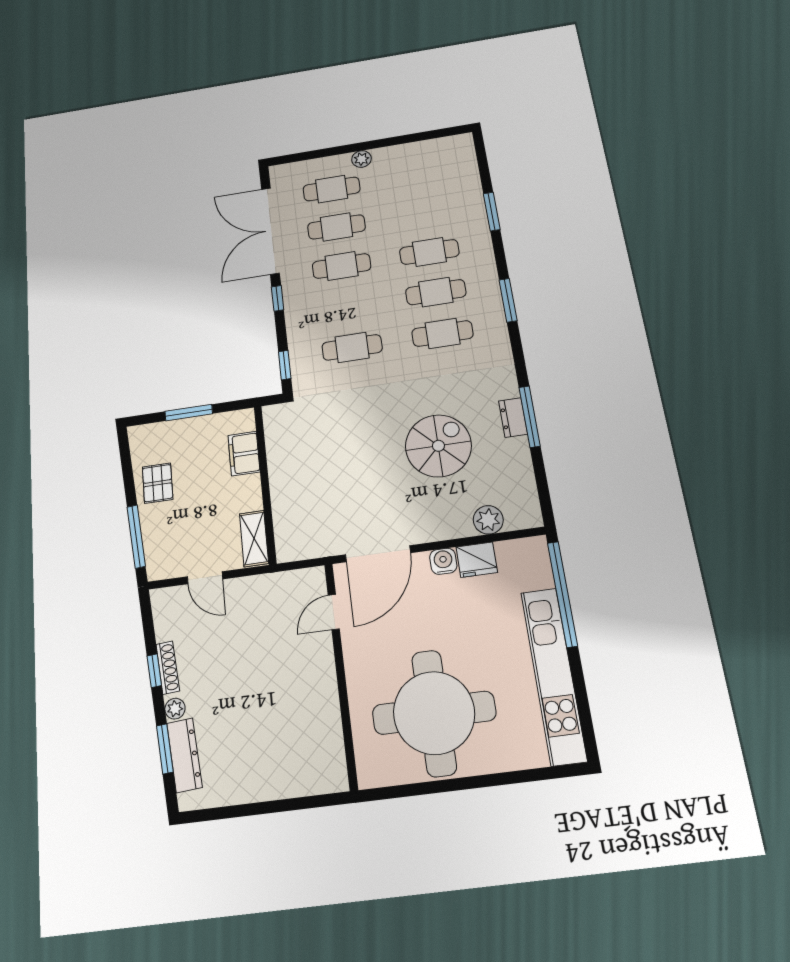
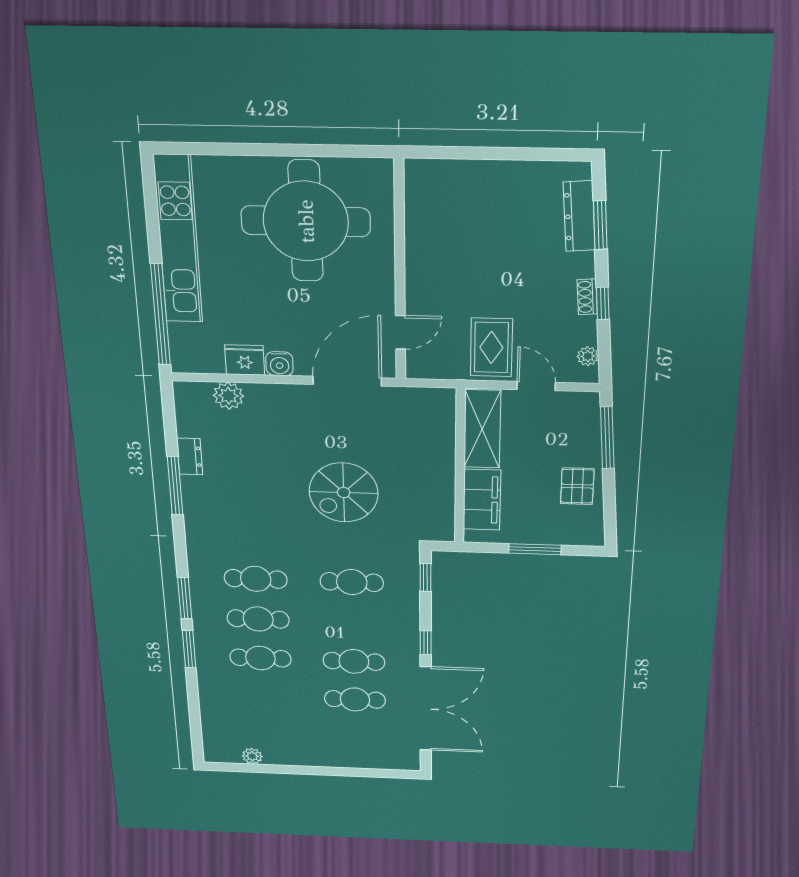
plant: (361, 159) -> (252, 756), moved
cafe table: (332, 189) -> (356, 736), removed
window: (492, 212) -> (189, 649), moved
dresser: (513, 418) -> (190, 456), moved
spiral stairs: (438, 446) -> (344, 492), moved
filing cabinet: (244, 454) -> (482, 500), width x1.50, depth x1.17
shelving: (254, 538) -> (482, 429), width x1.50, depth x1.33
rug: (249, 610) -> (491, 347), added
shoe rack: (168, 668) -> (587, 297), width x0.70
plant: (175, 709) -> (588, 356), moved

